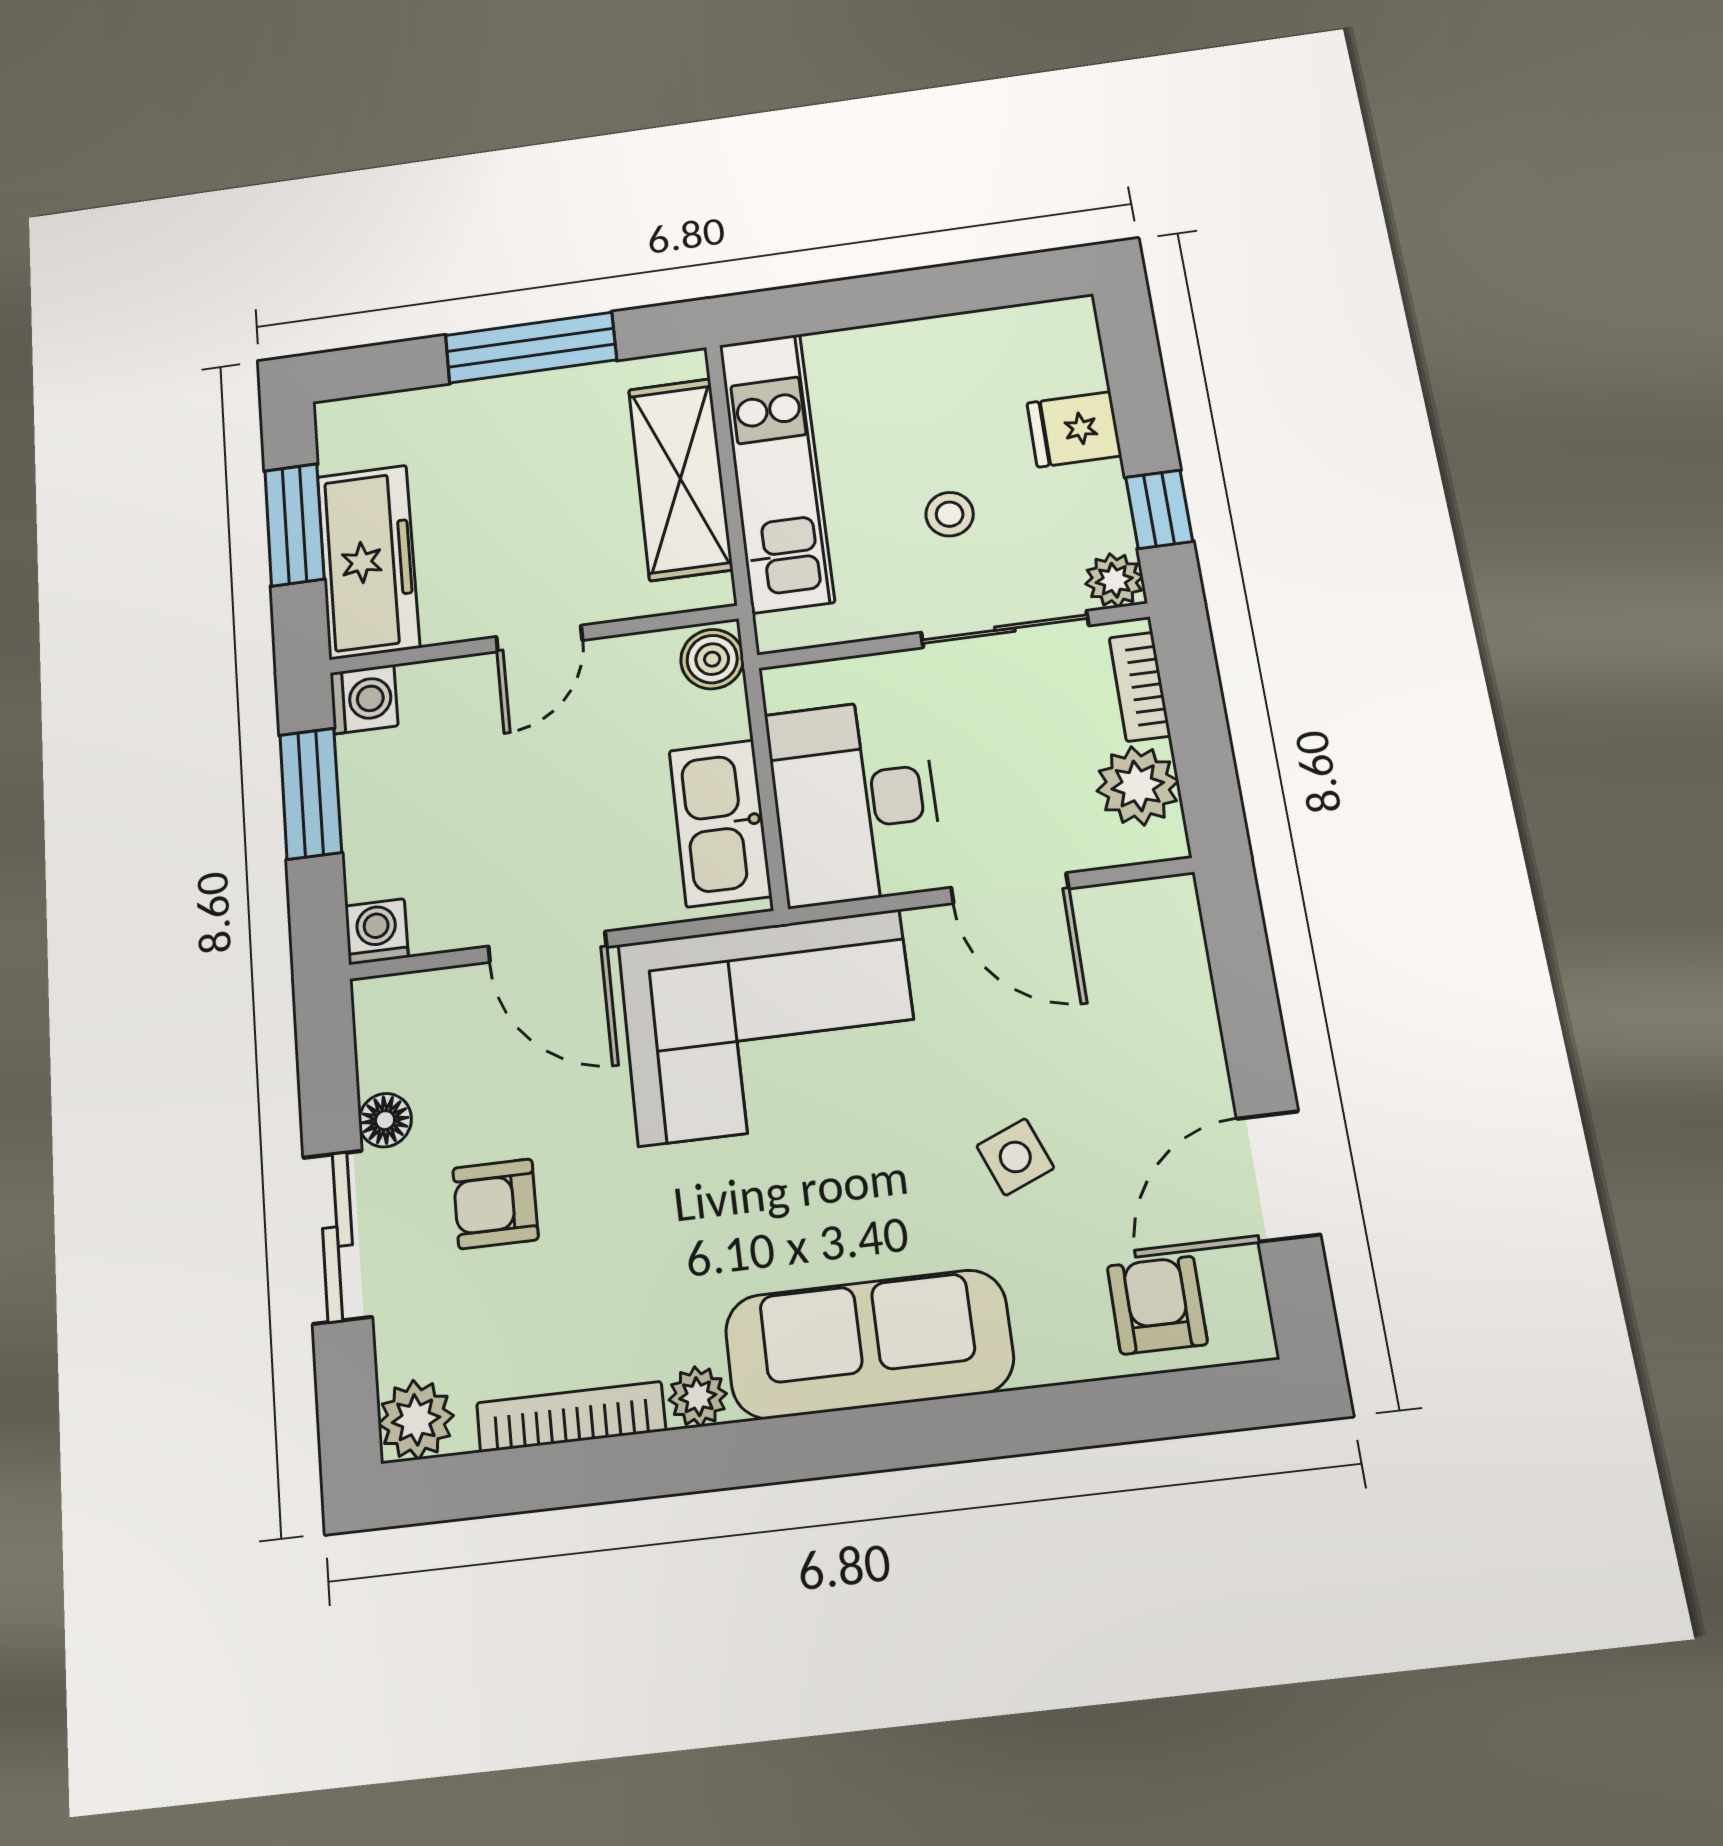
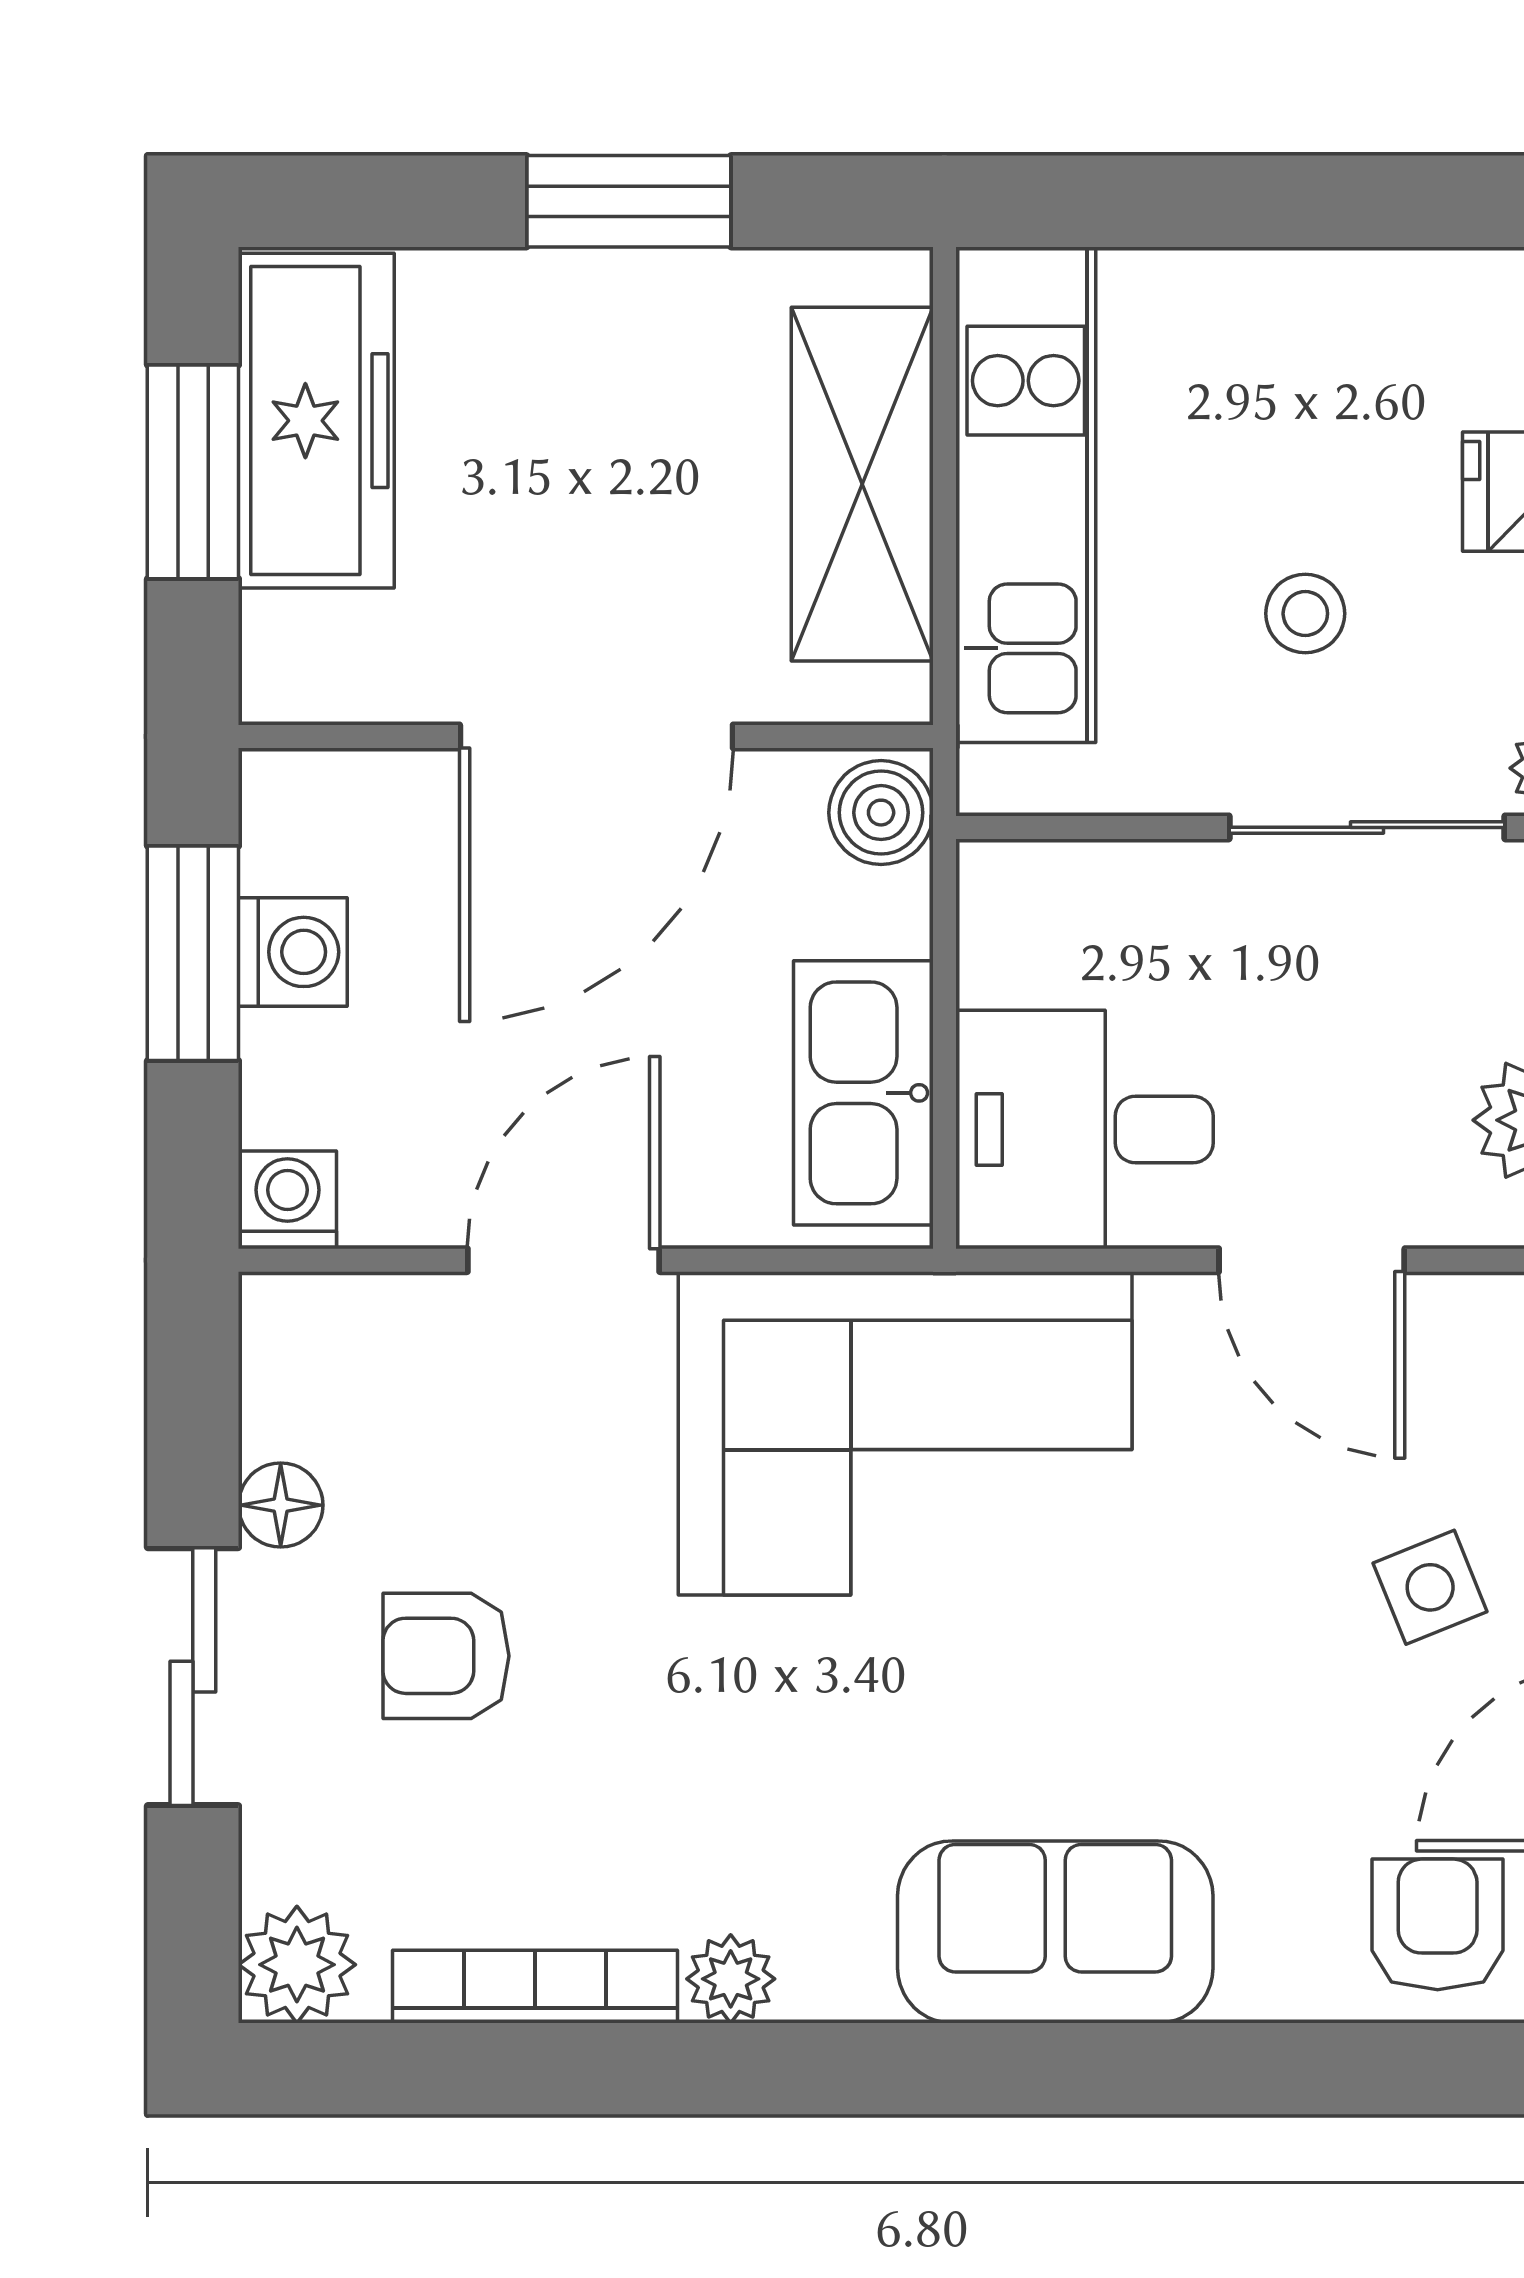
window: (531, 348) -> (629, 201), width x0.69
freezer: (368, 561) -> (316, 421), moved
door: (539, 639) -> (596, 736), width x1.88
washing machine: (364, 699) -> (293, 952), moved
desk: (855, 801) -> (1084, 1129), width x0.73
door: (547, 947) -> (564, 1260), swing flipped
side table: (1015, 1157) -> (1430, 1587), moved
sofa: (869, 1344) -> (1055, 1932), width x0.73

